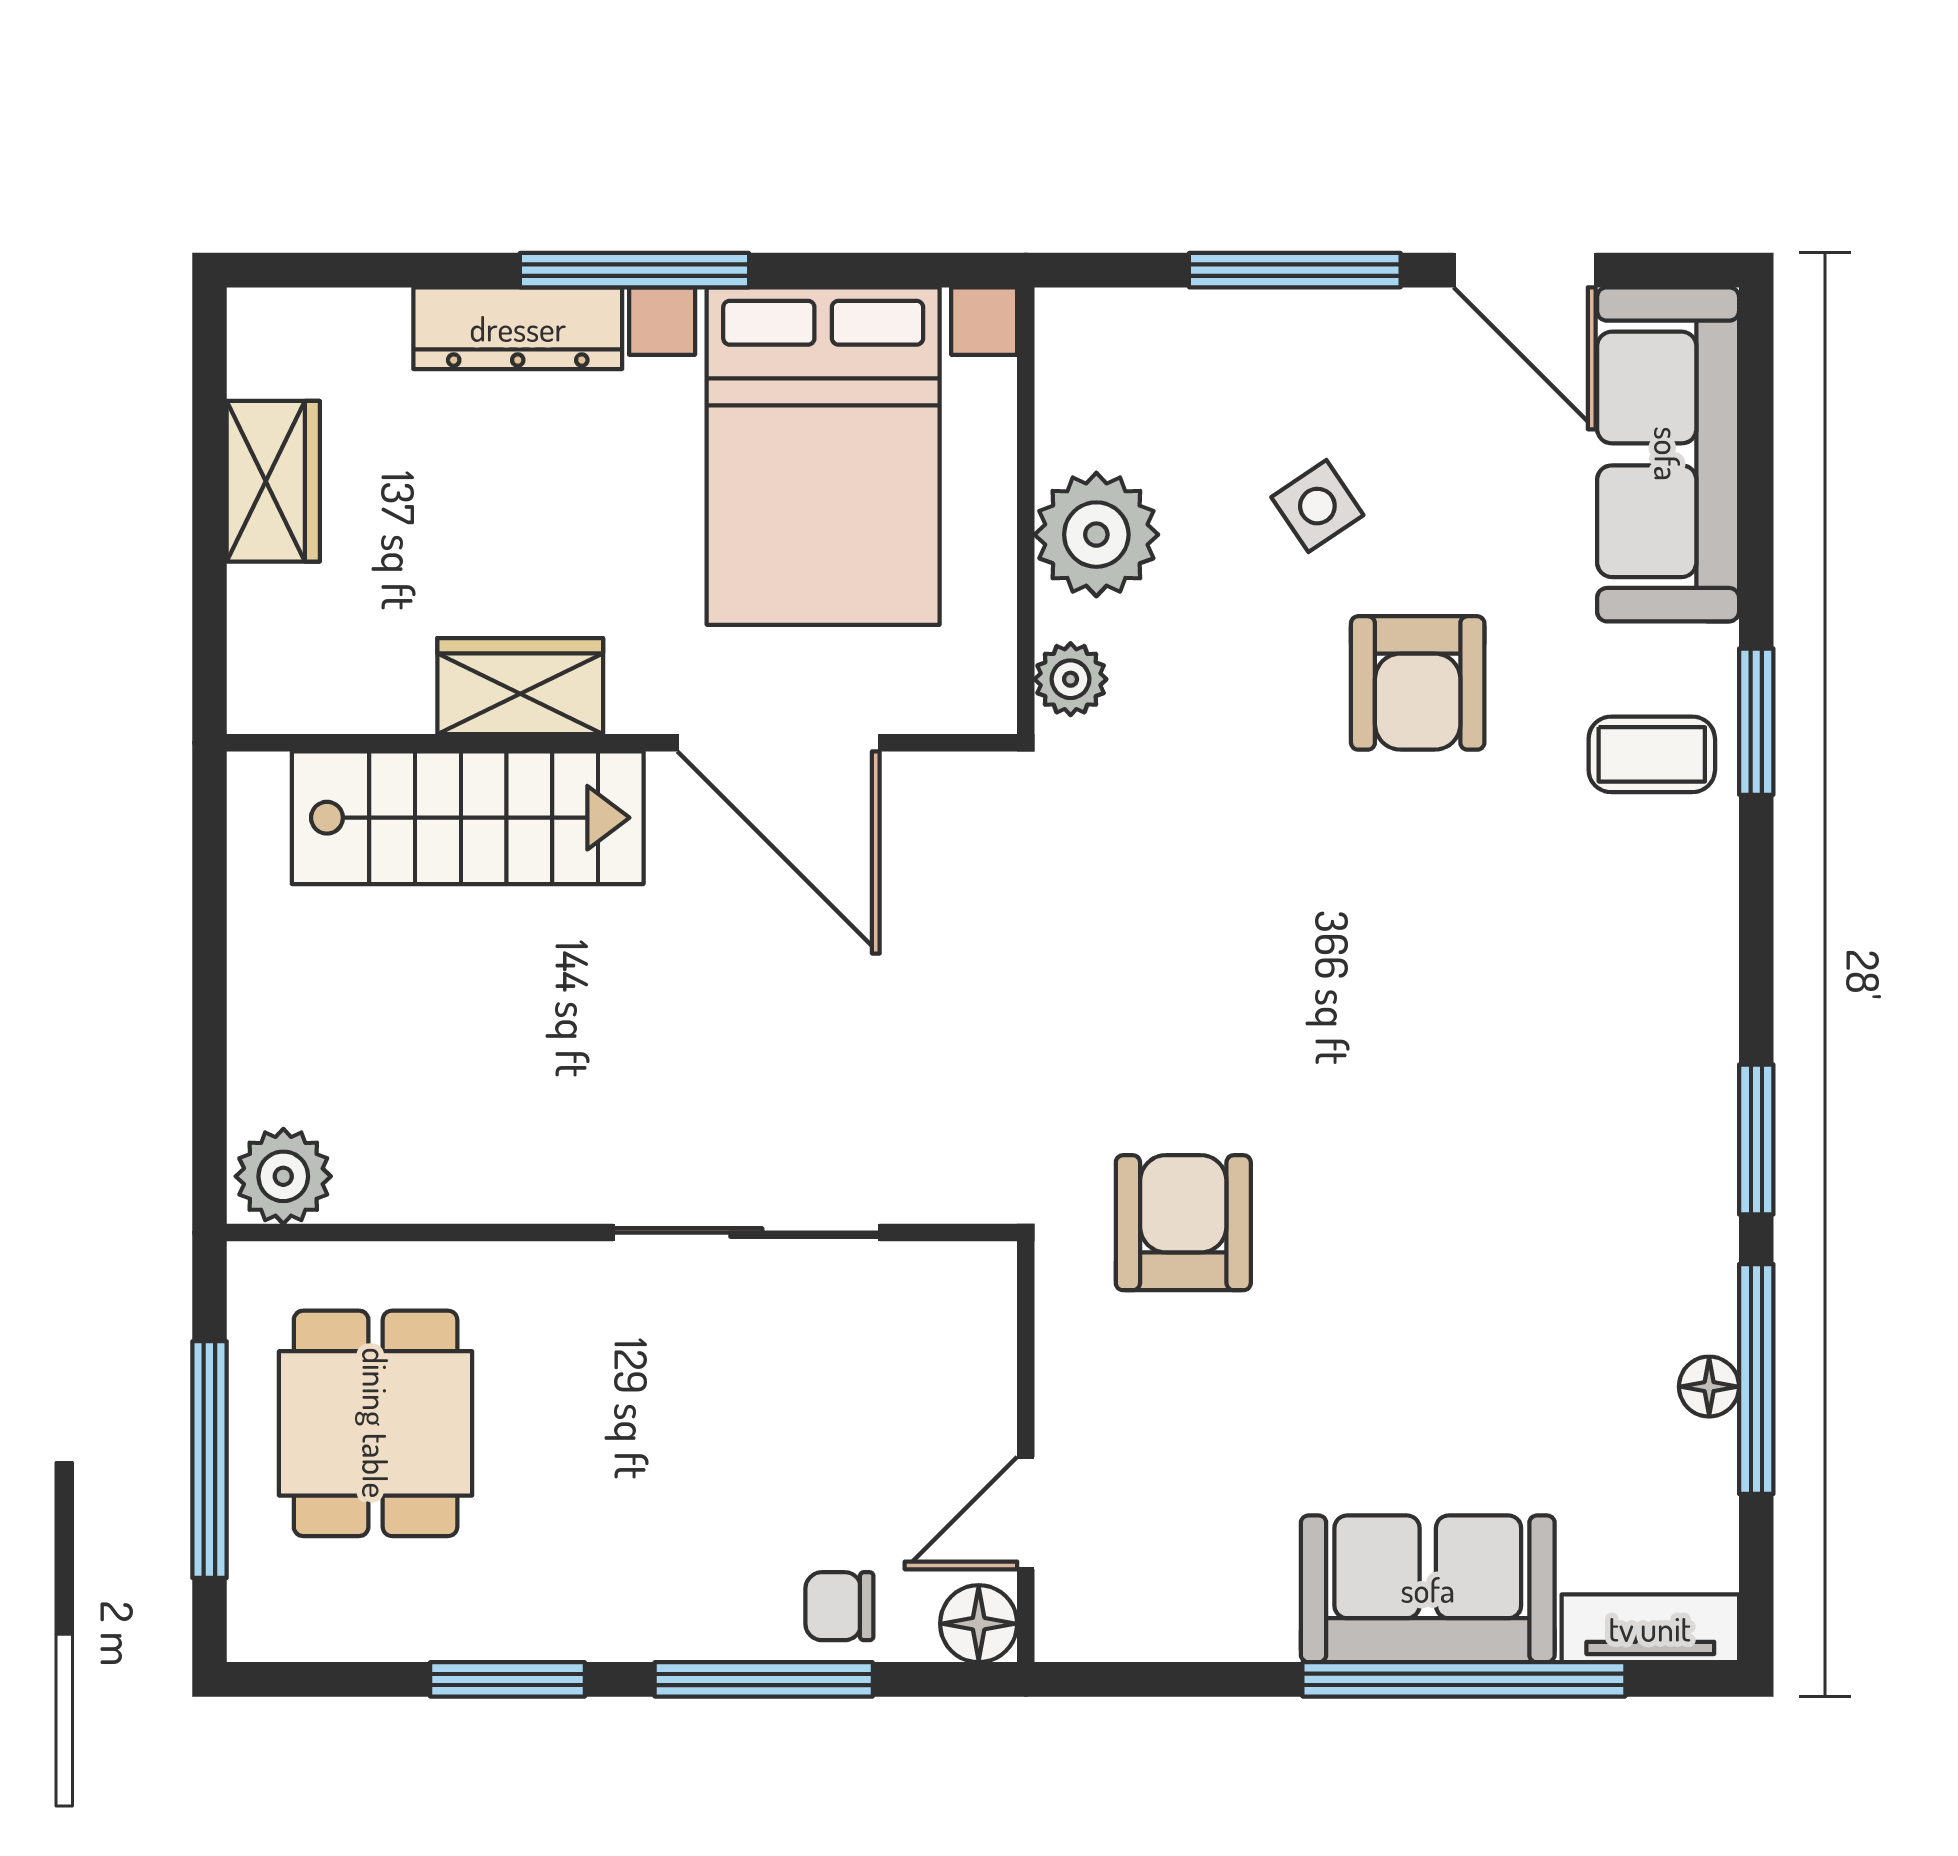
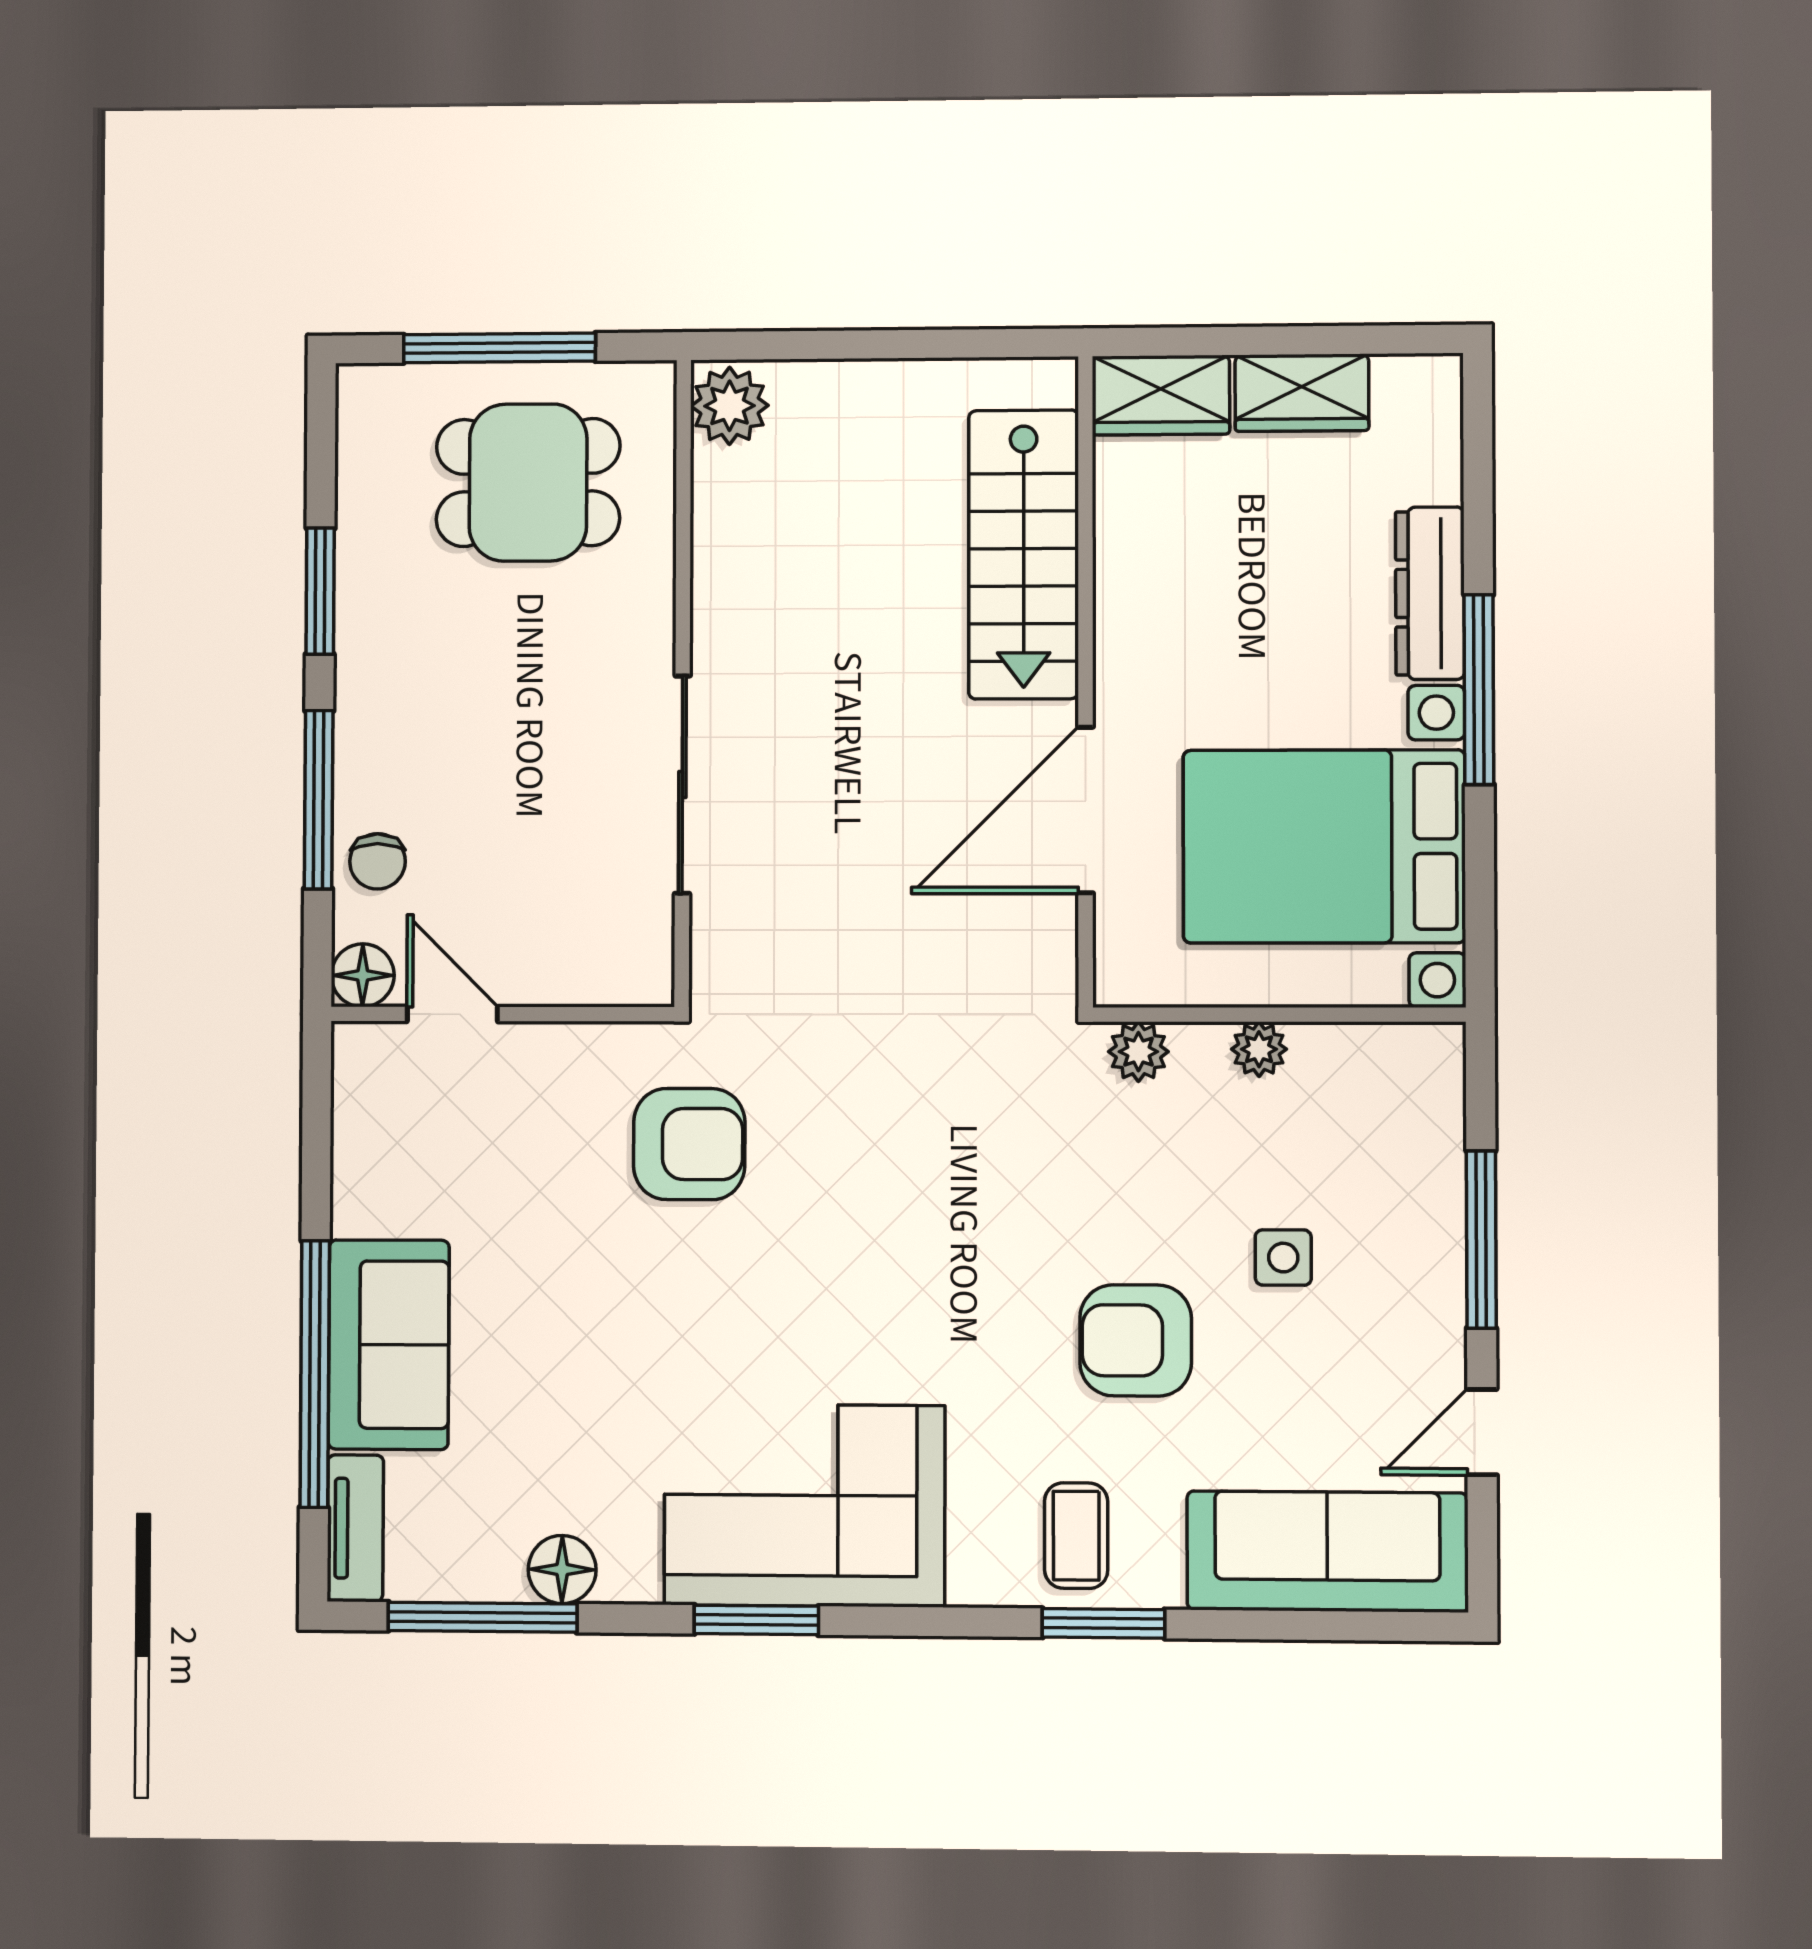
door: (1525, 270) -> (1482, 1432), width x0.73
side table: (1317, 506) -> (1283, 1258), turned 34
plant: (1096, 535) -> (1259, 1049), width x0.53, depth x0.53
wardrobe: (520, 686) -> (1161, 395), moved, turned 90
corner sofa: (1618, 1082) -> (804, 1505), added
window: (1756, 1379) -> (482, 1617), moved
floor lamp: (1709, 1387) -> (562, 1570), width x1.37, depth x1.37
chair: (839, 1606) -> (378, 861), turned 180

